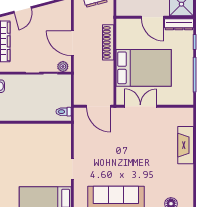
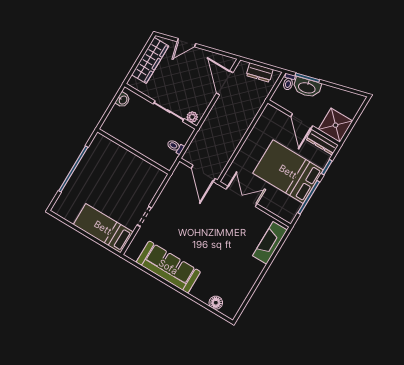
shoe rack: (108, 42) -> (247, 120), removed
door: (72, 43) -> (225, 83), moved
bed: (144, 68) -> (288, 172), moved, turned 180
toilet: (64, 112) -> (175, 147), moved
fireplace: (186, 145) -> (270, 243), moved

